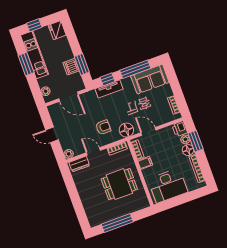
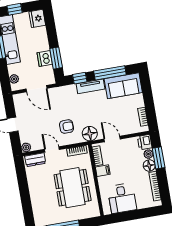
tv unit: (109, 89) -> (91, 86), moved
dining table: (119, 184) -> (73, 188), width x1.37
desk: (168, 186) -> (122, 198), width x0.73

